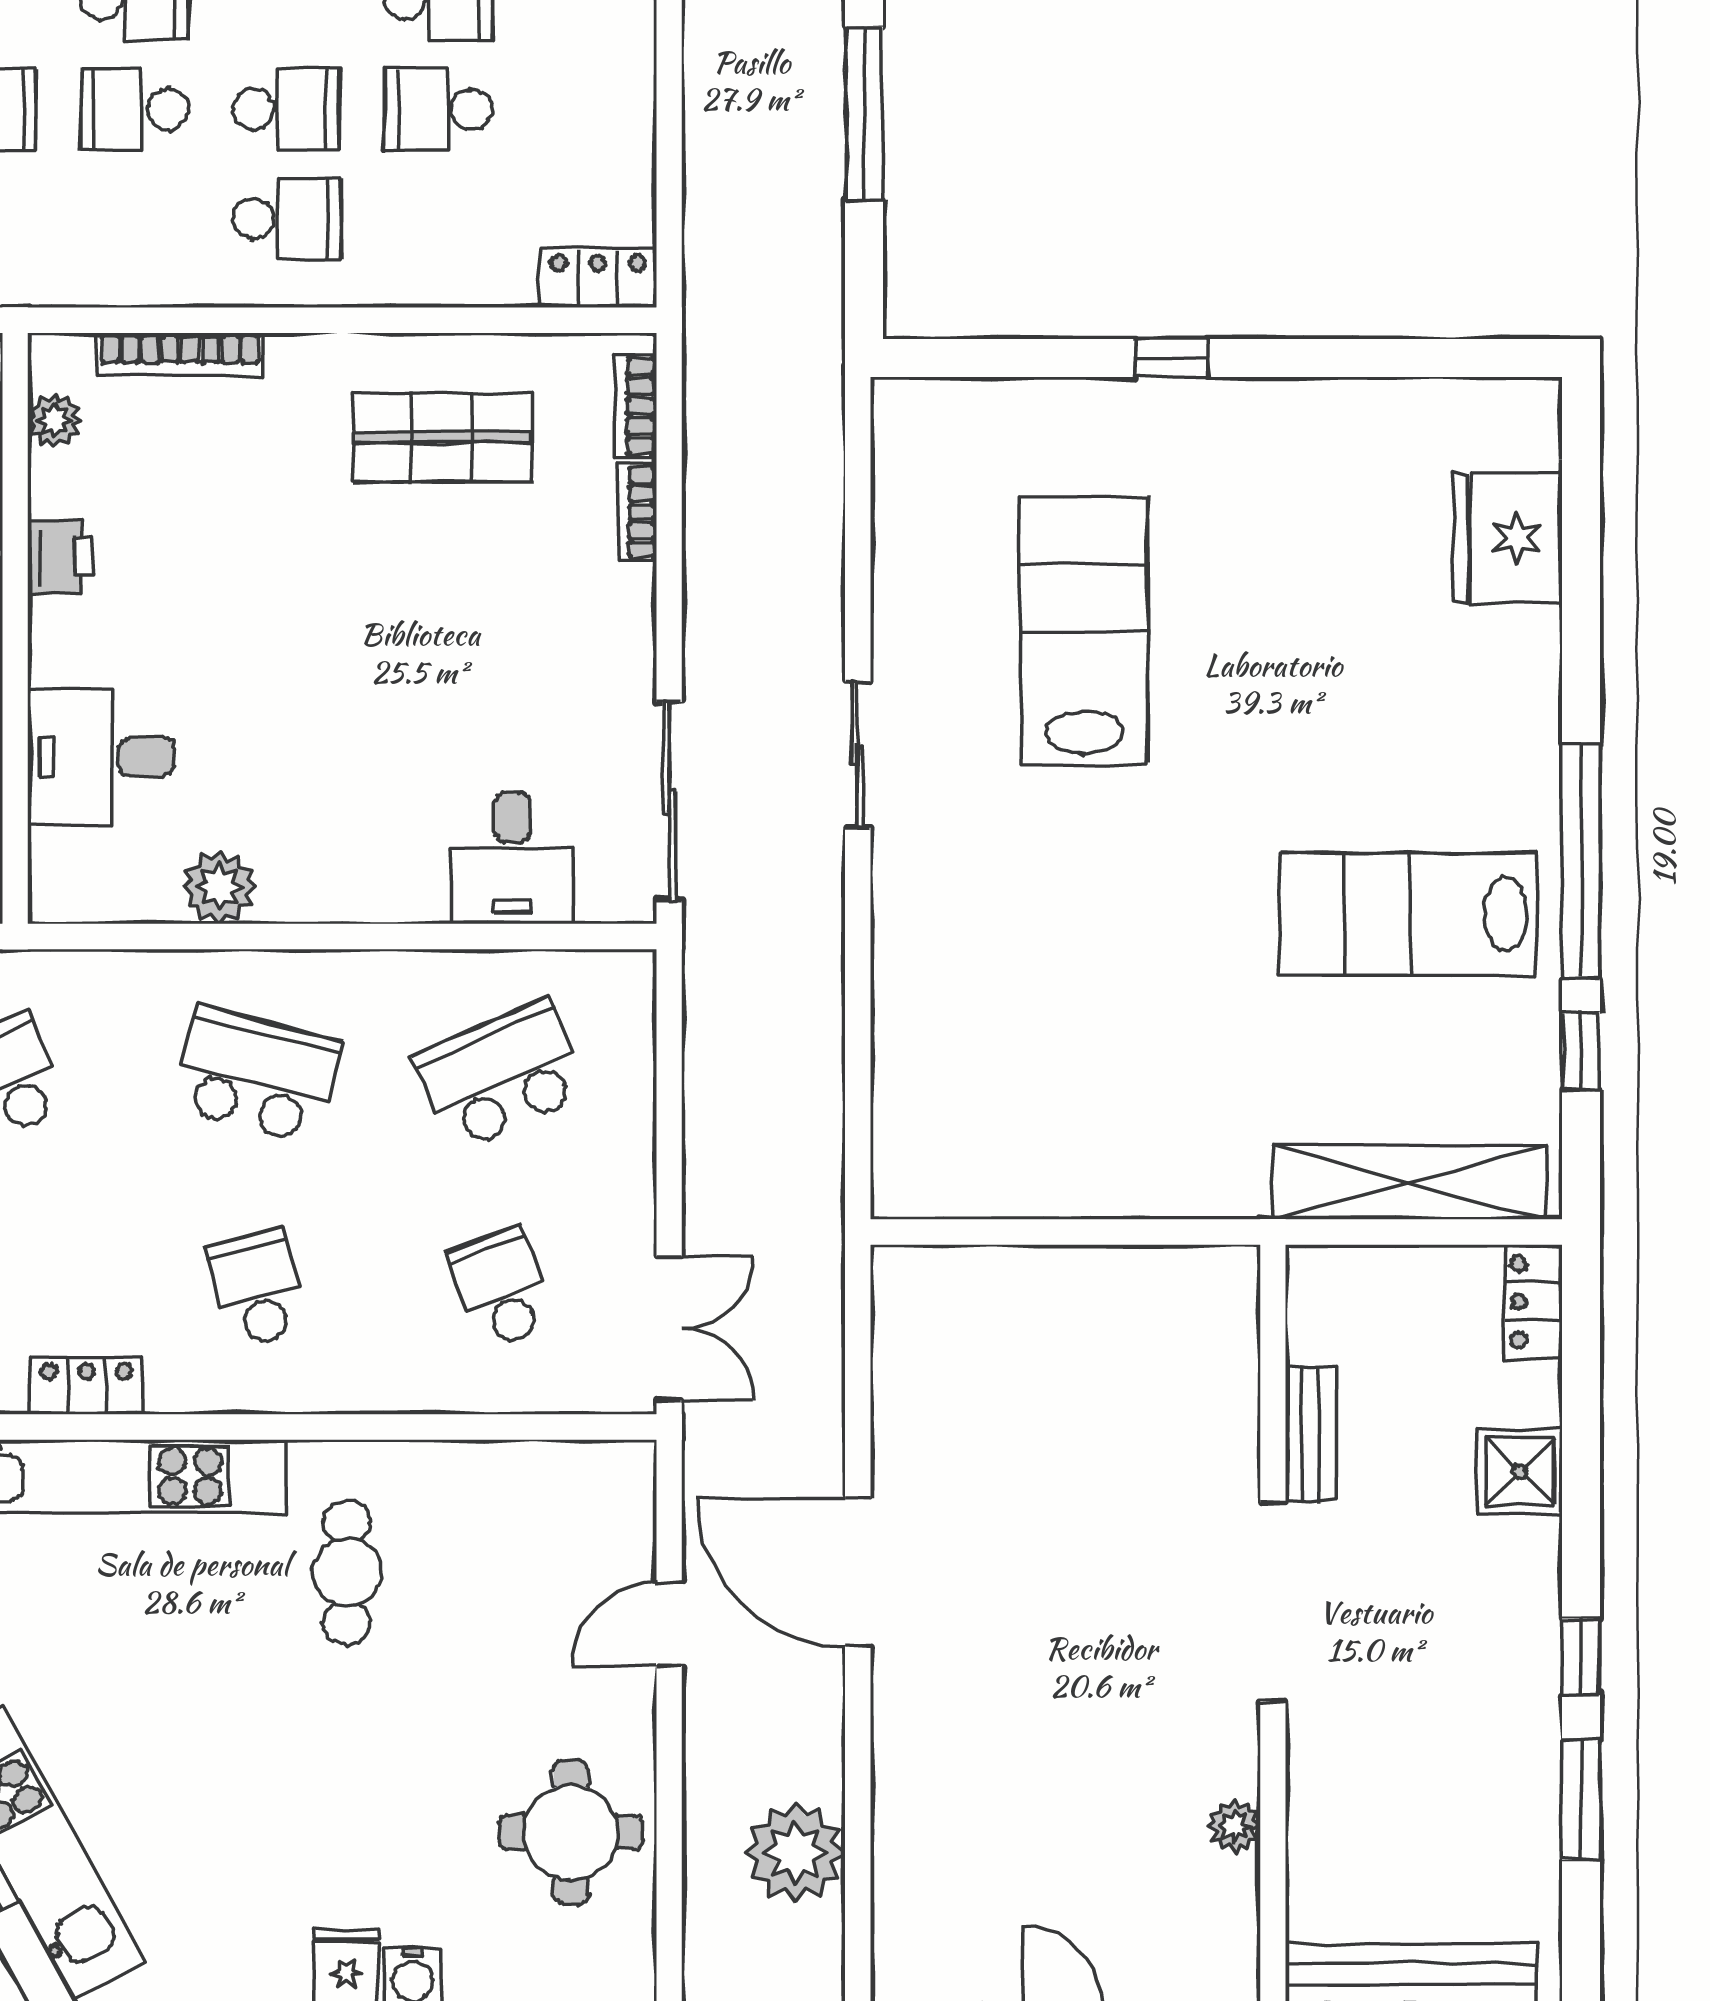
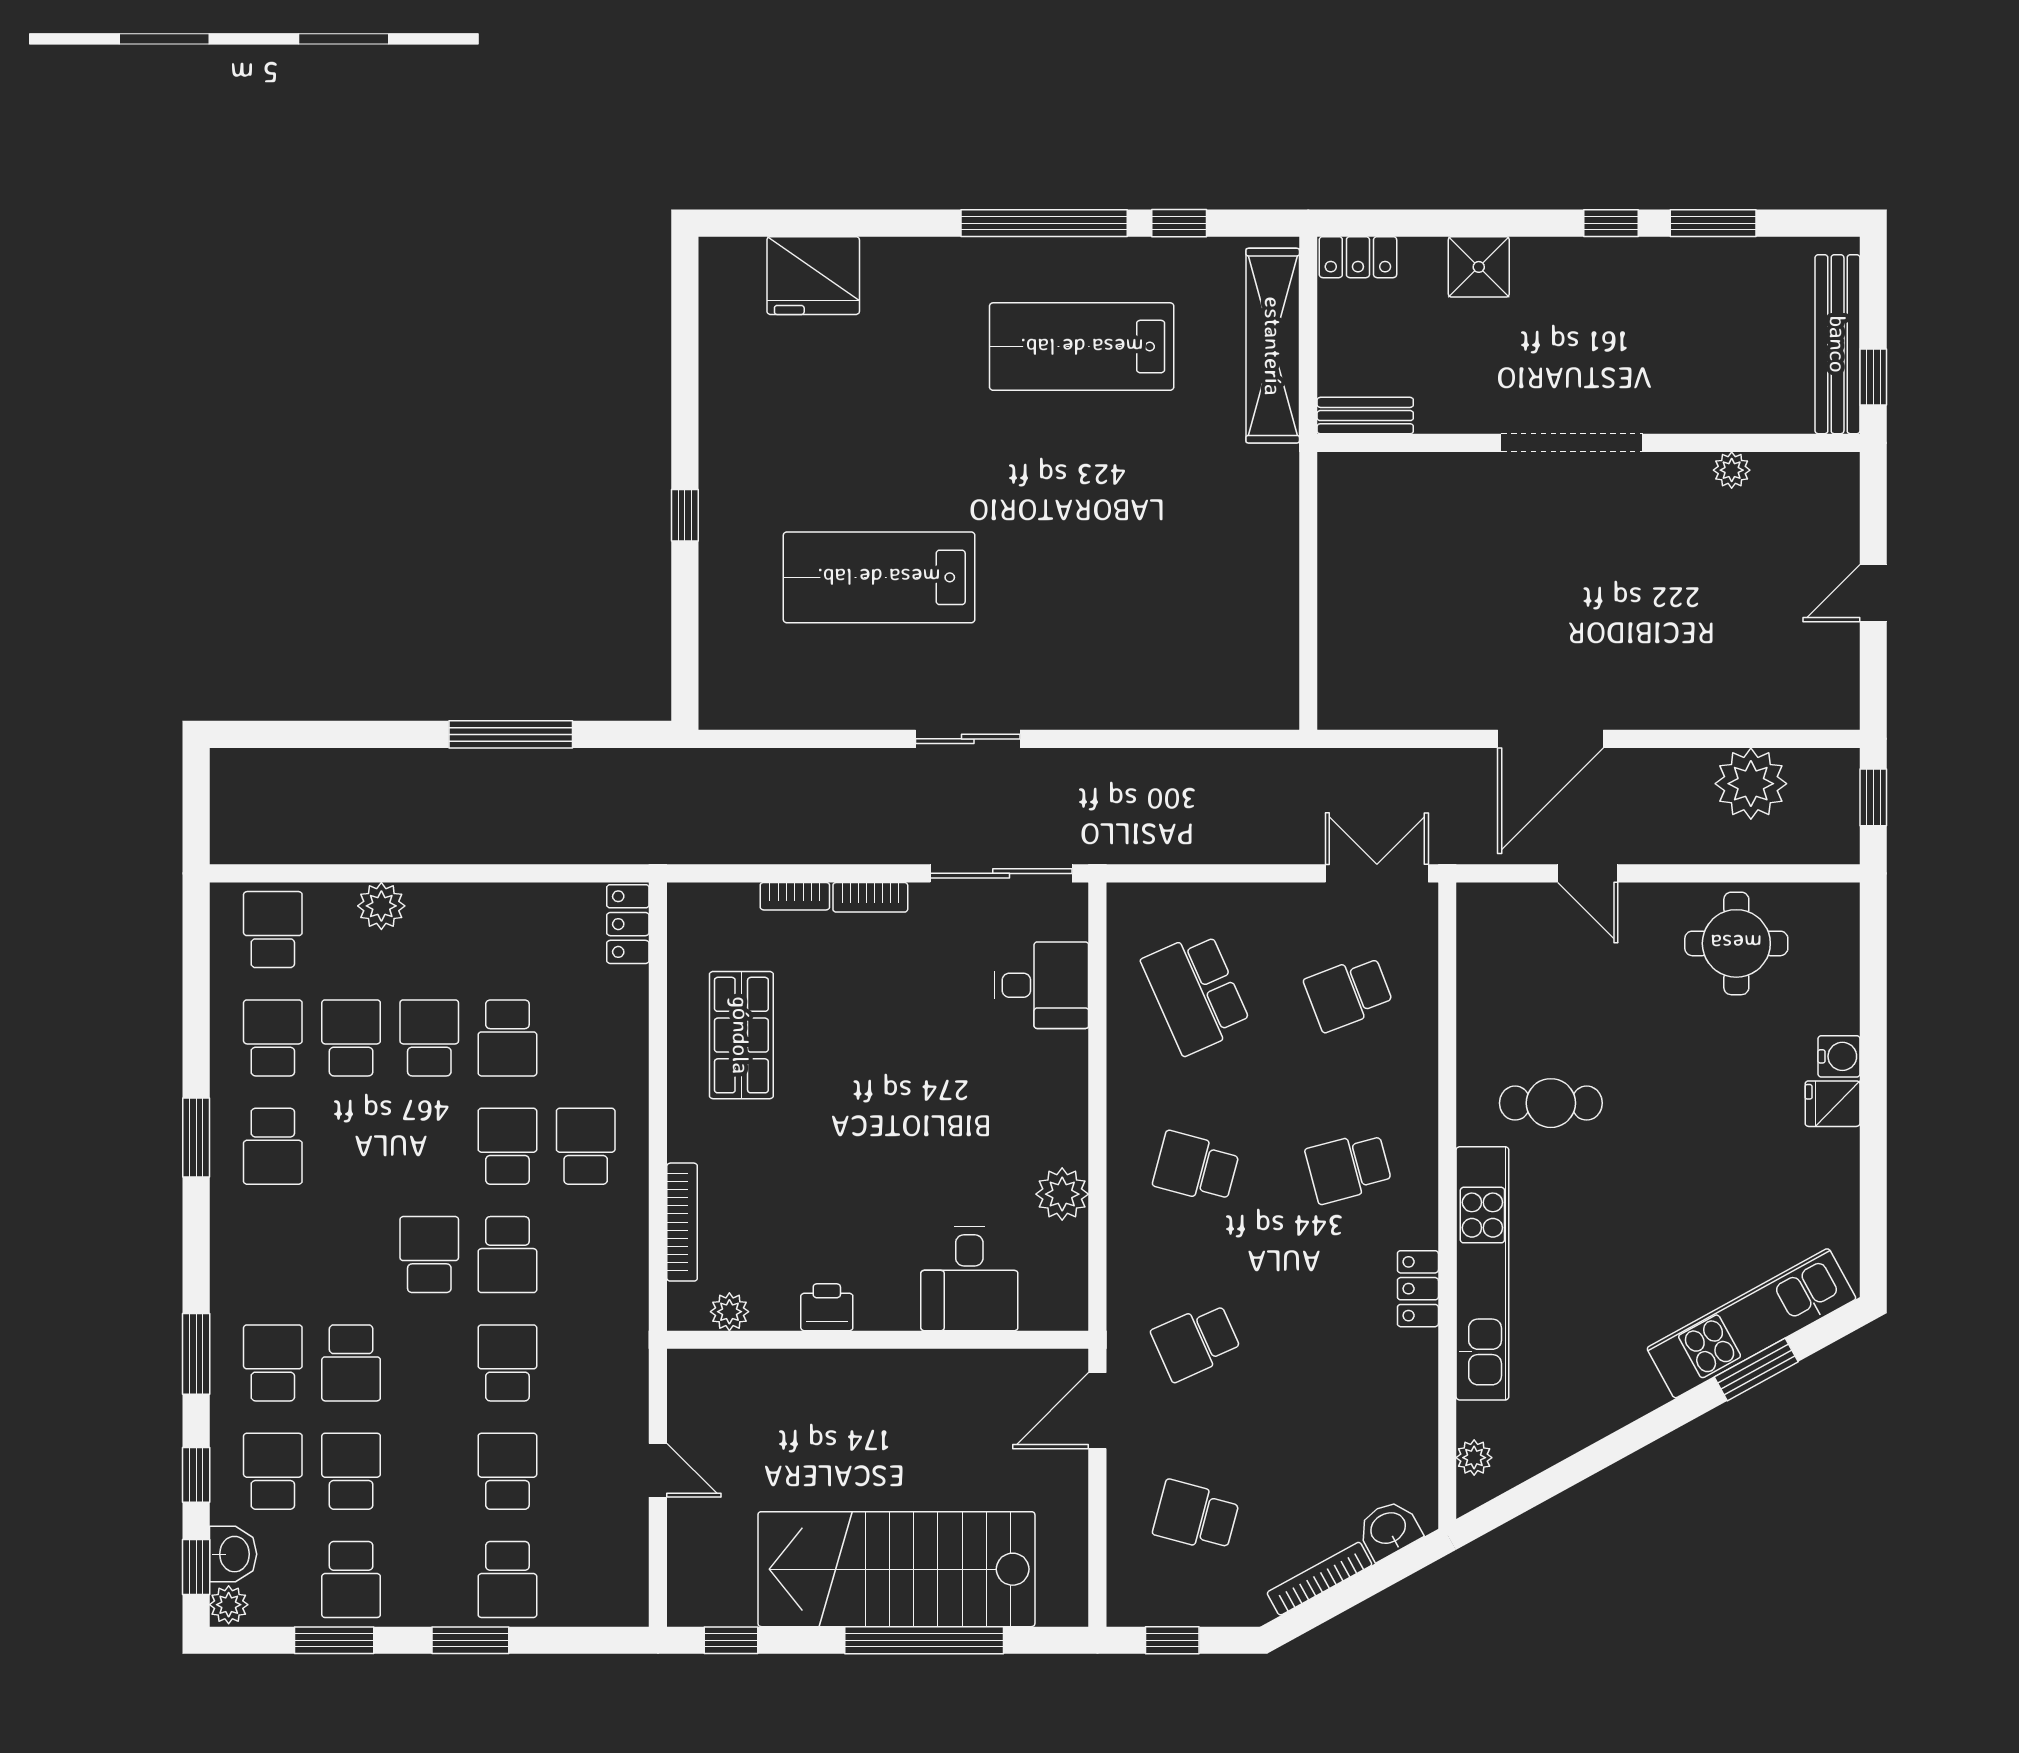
bookcase: (636, 406) -> (870, 897), moved
lab bench: (1408, 914) -> (1082, 347), turned 90
school desk: (257, 1075) -> (1196, 1167), width x0.54
bench: (1311, 1434) -> (1365, 416), moved

